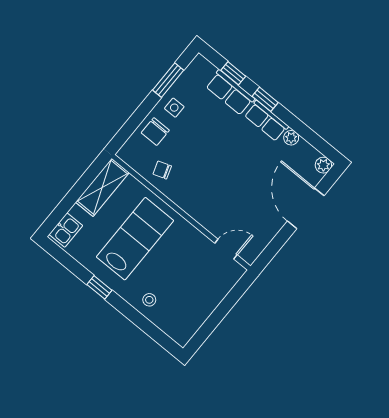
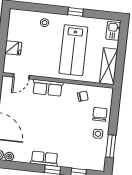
row of seats: (230, 93) -> (48, 88), moved, turned 180
plant: (291, 138) -> (9, 156), moved
fridge: (212, 293) -> (13, 48), added

